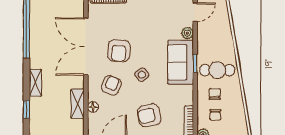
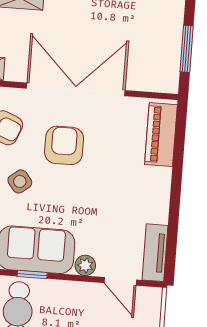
armchair: (119, 51) -> (64, 145), turned 86

